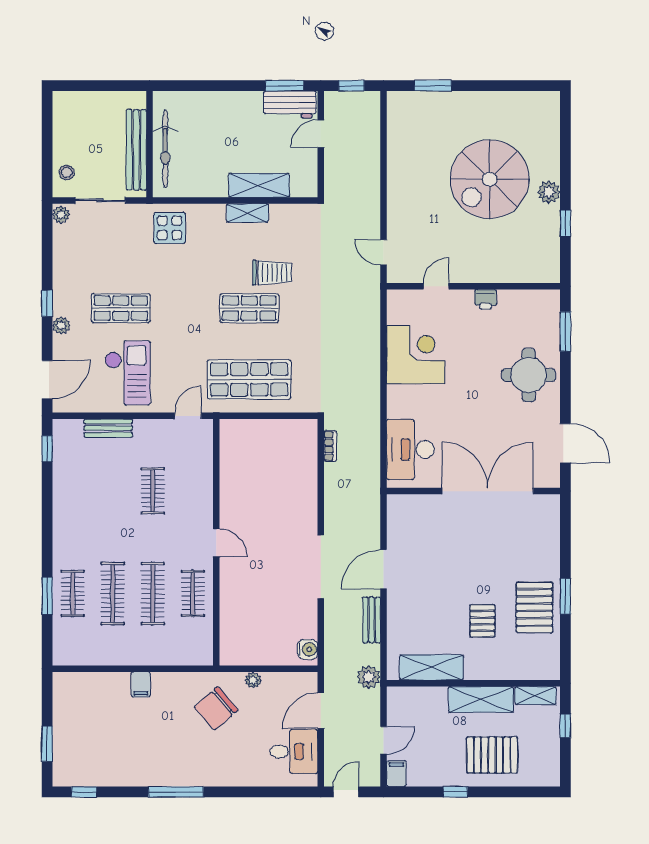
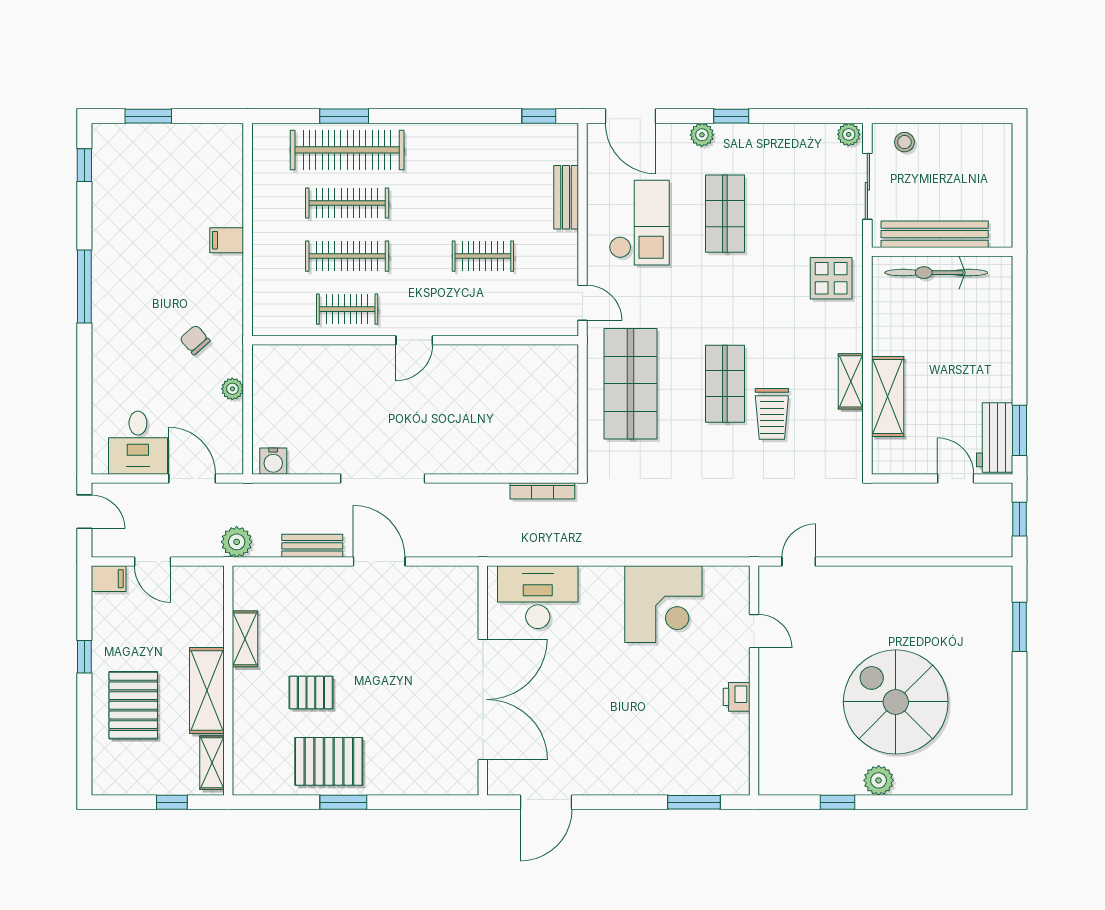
checkout: (128, 373) -> (639, 223), turned -90
round table: (529, 375) -> (637, 754), removed
bookcase: (330, 446) -> (542, 491), width x1.56
clothes rail: (73, 594) -> (347, 150), width x1.86, depth x1.31
shelving: (431, 667) -> (245, 639), width x0.67, depth x0.75
chair: (216, 708) -> (195, 340), width x0.54, depth x0.54

